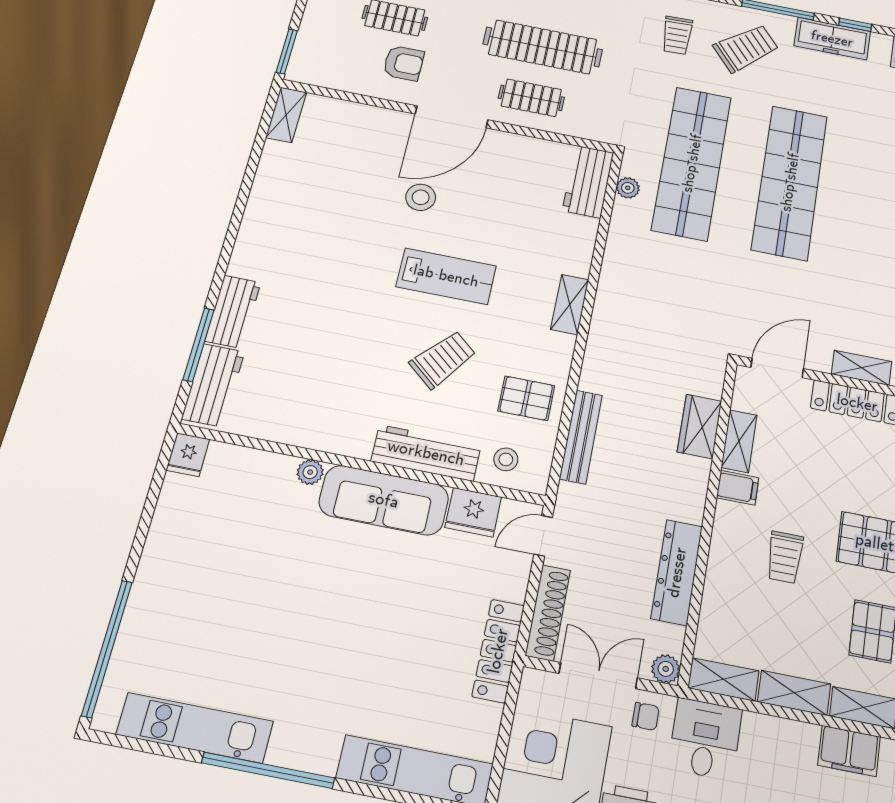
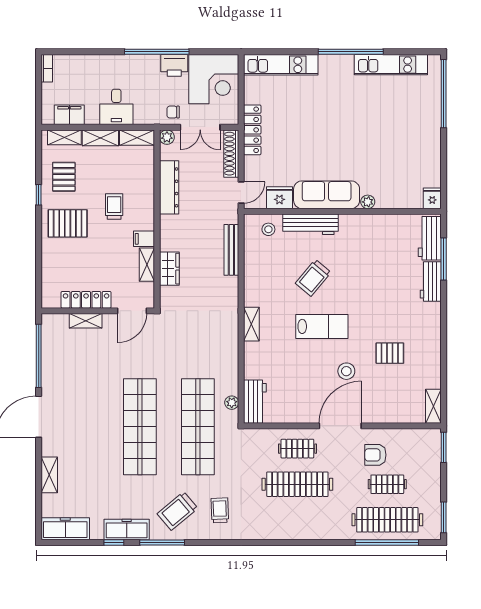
lab bench: (446, 276) -> (322, 326), turned 180
pallet: (526, 398) -> (390, 353), moved
desk: (705, 739) -> (116, 107), moved

